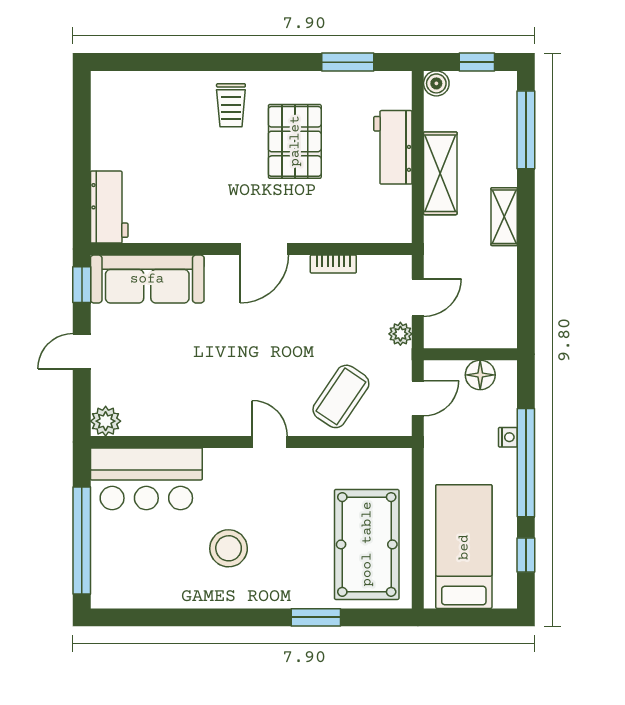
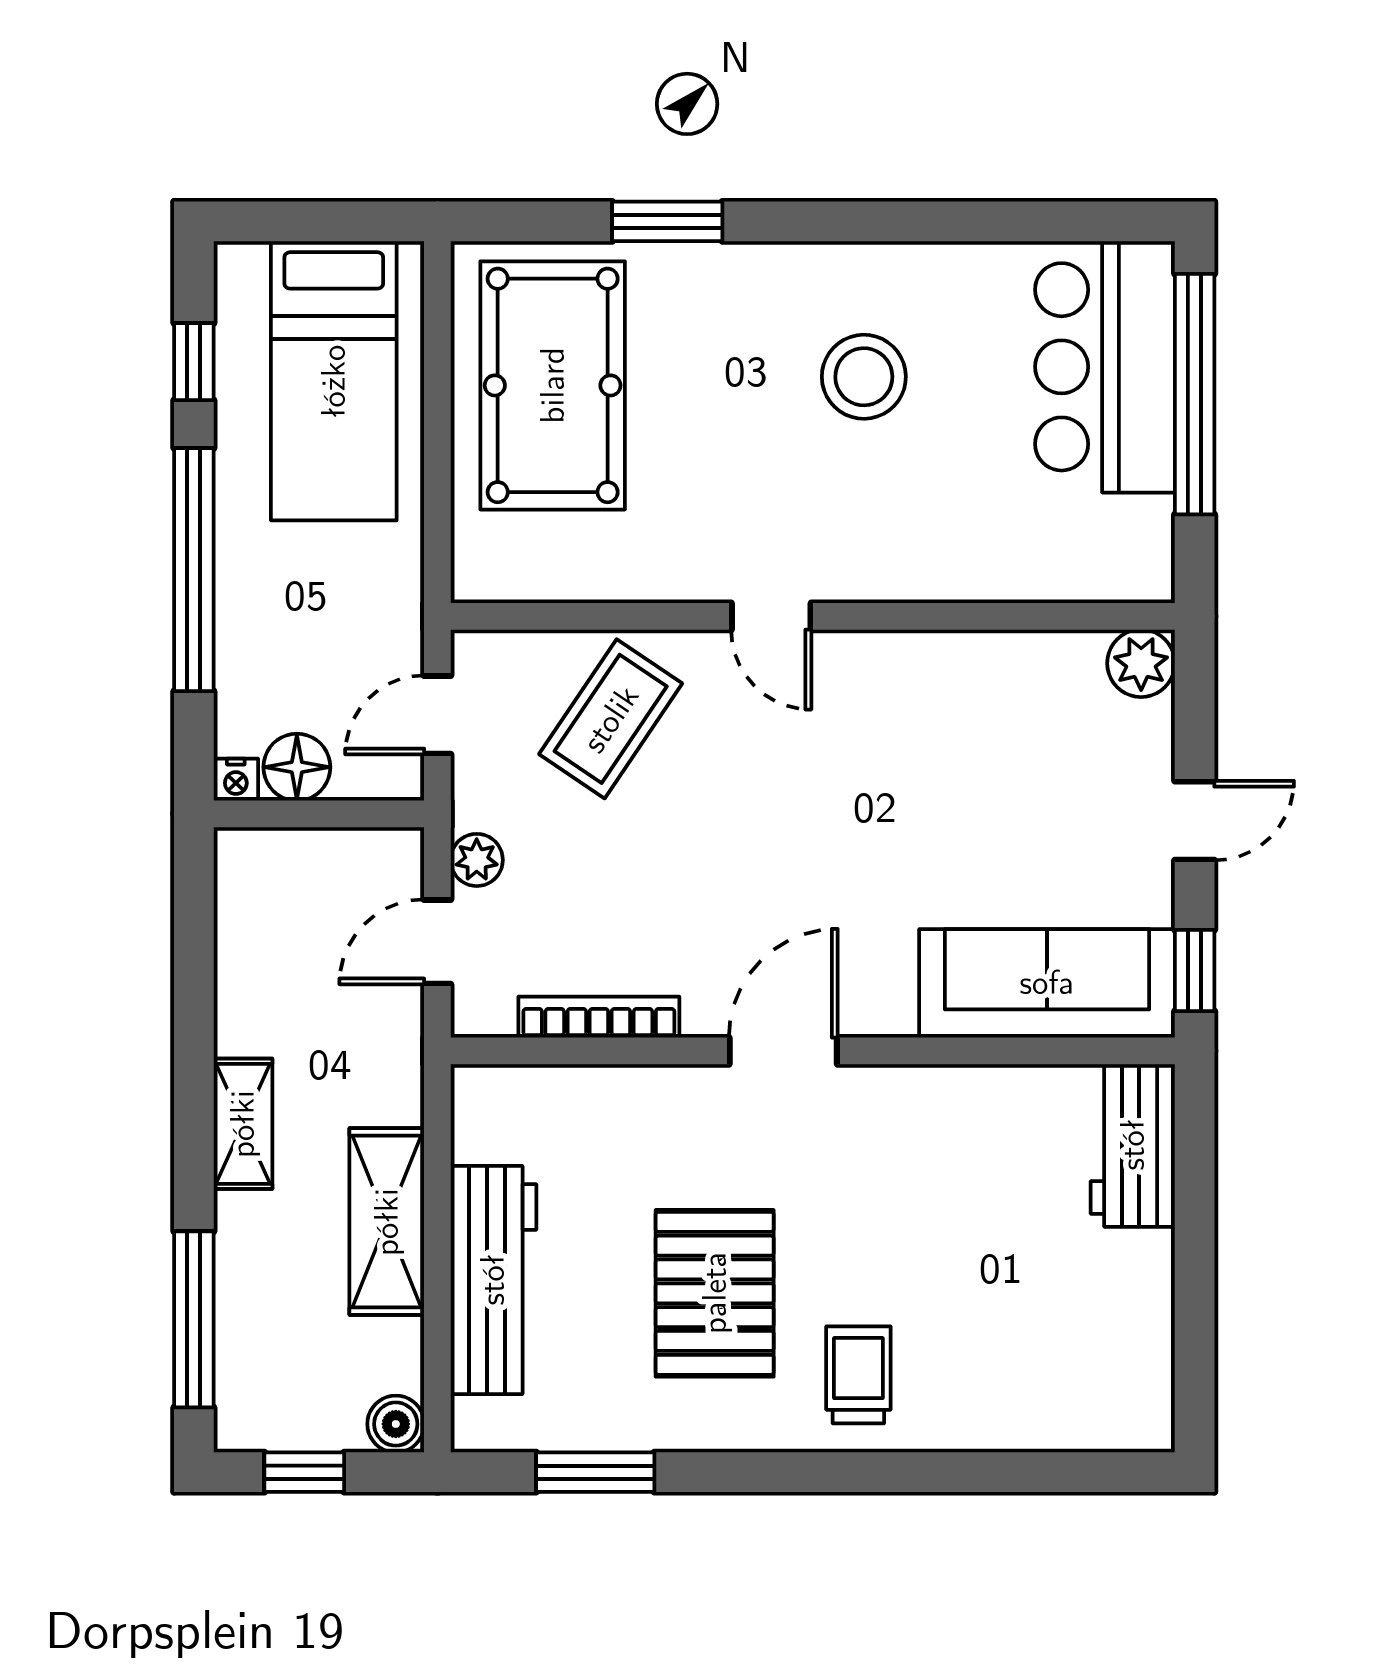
workbench: (393, 147) -> (493, 1280), width x1.38
bookcase: (333, 264) -> (599, 1017), width x1.56
nightstand: (508, 437) -> (236, 780), moved, turned -90
bar counter: (146, 479) -> (1105, 367), moved, turned -90

